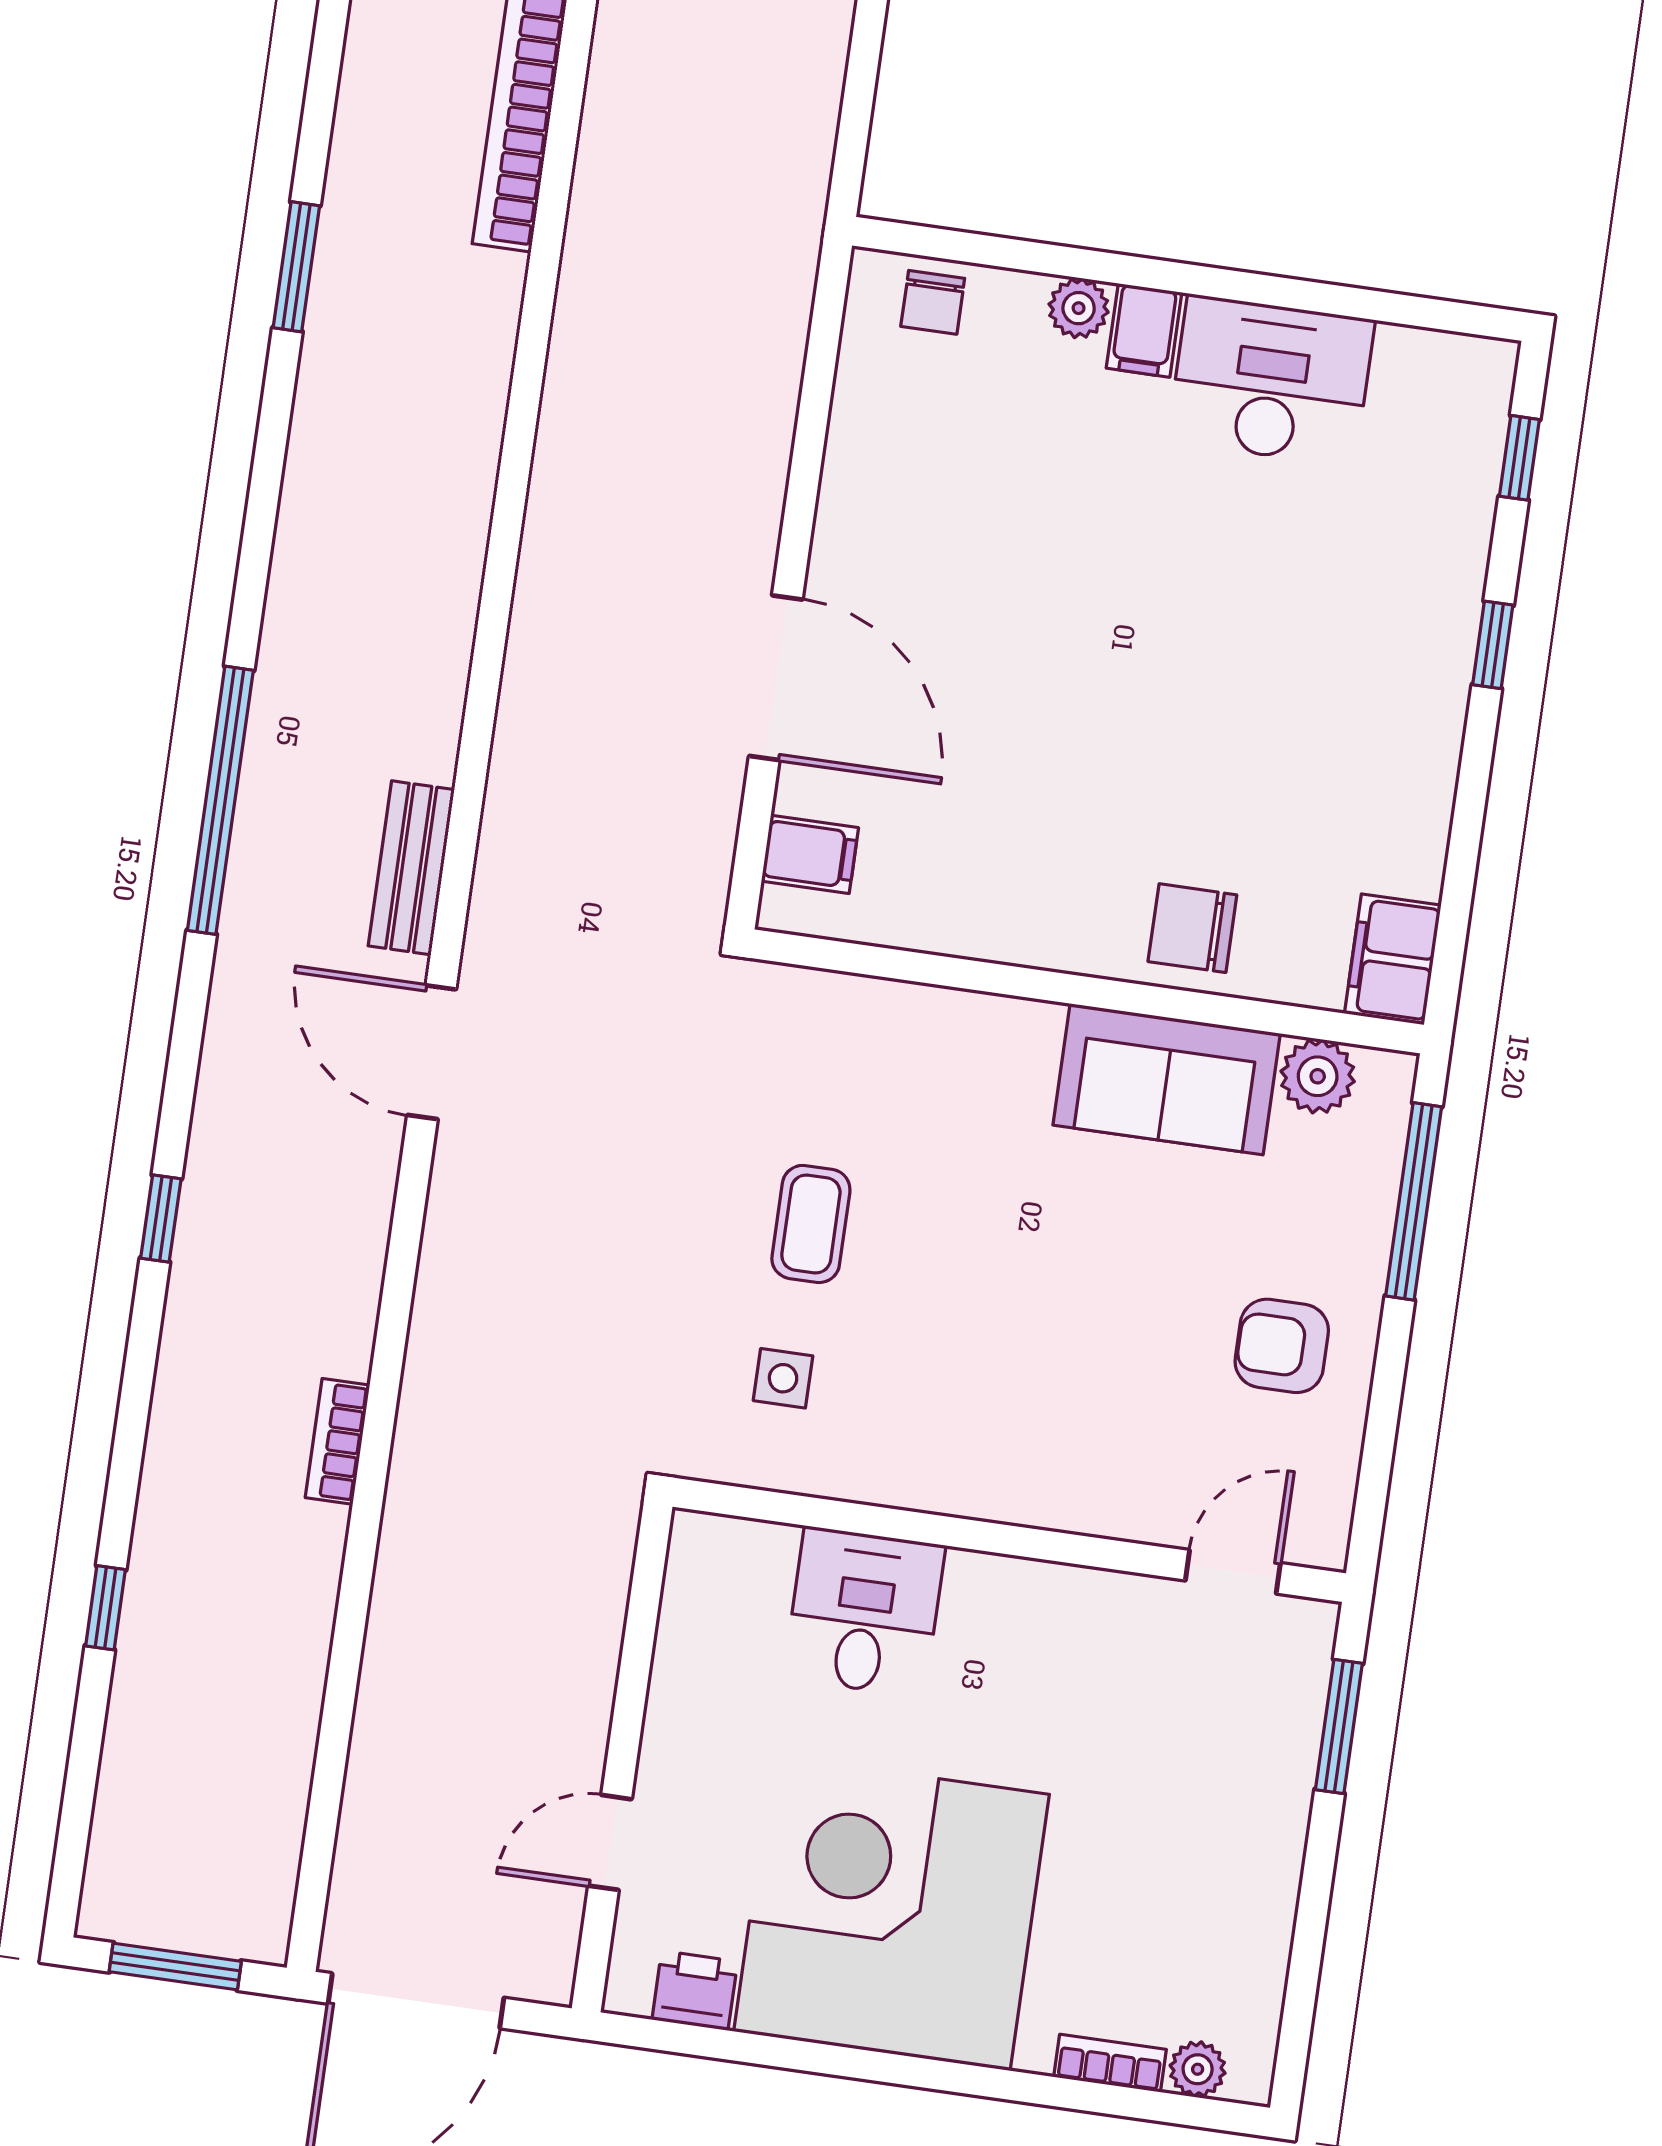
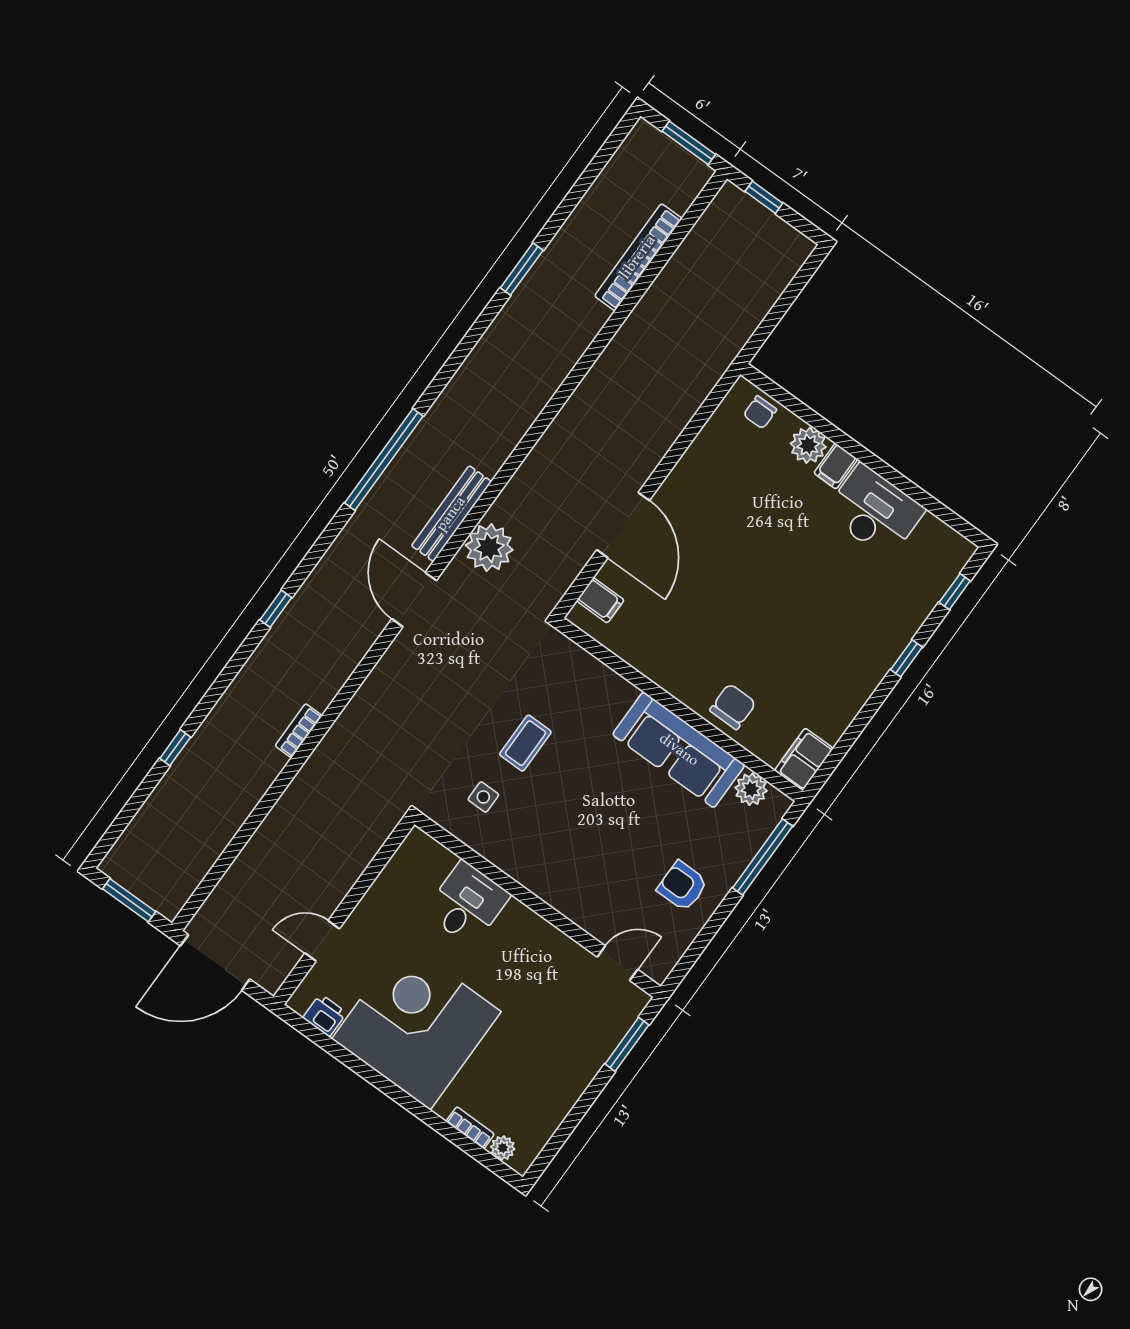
plant: (1079, 308) -> (808, 445), width x1.38, depth x1.38
plant: (528, 866) -> (489, 548), added
bench: (411, 868) -> (451, 514), width x1.36
chair: (1192, 928) -> (733, 707), turned 90
sofa: (1167, 1079) -> (679, 750), width x1.36

